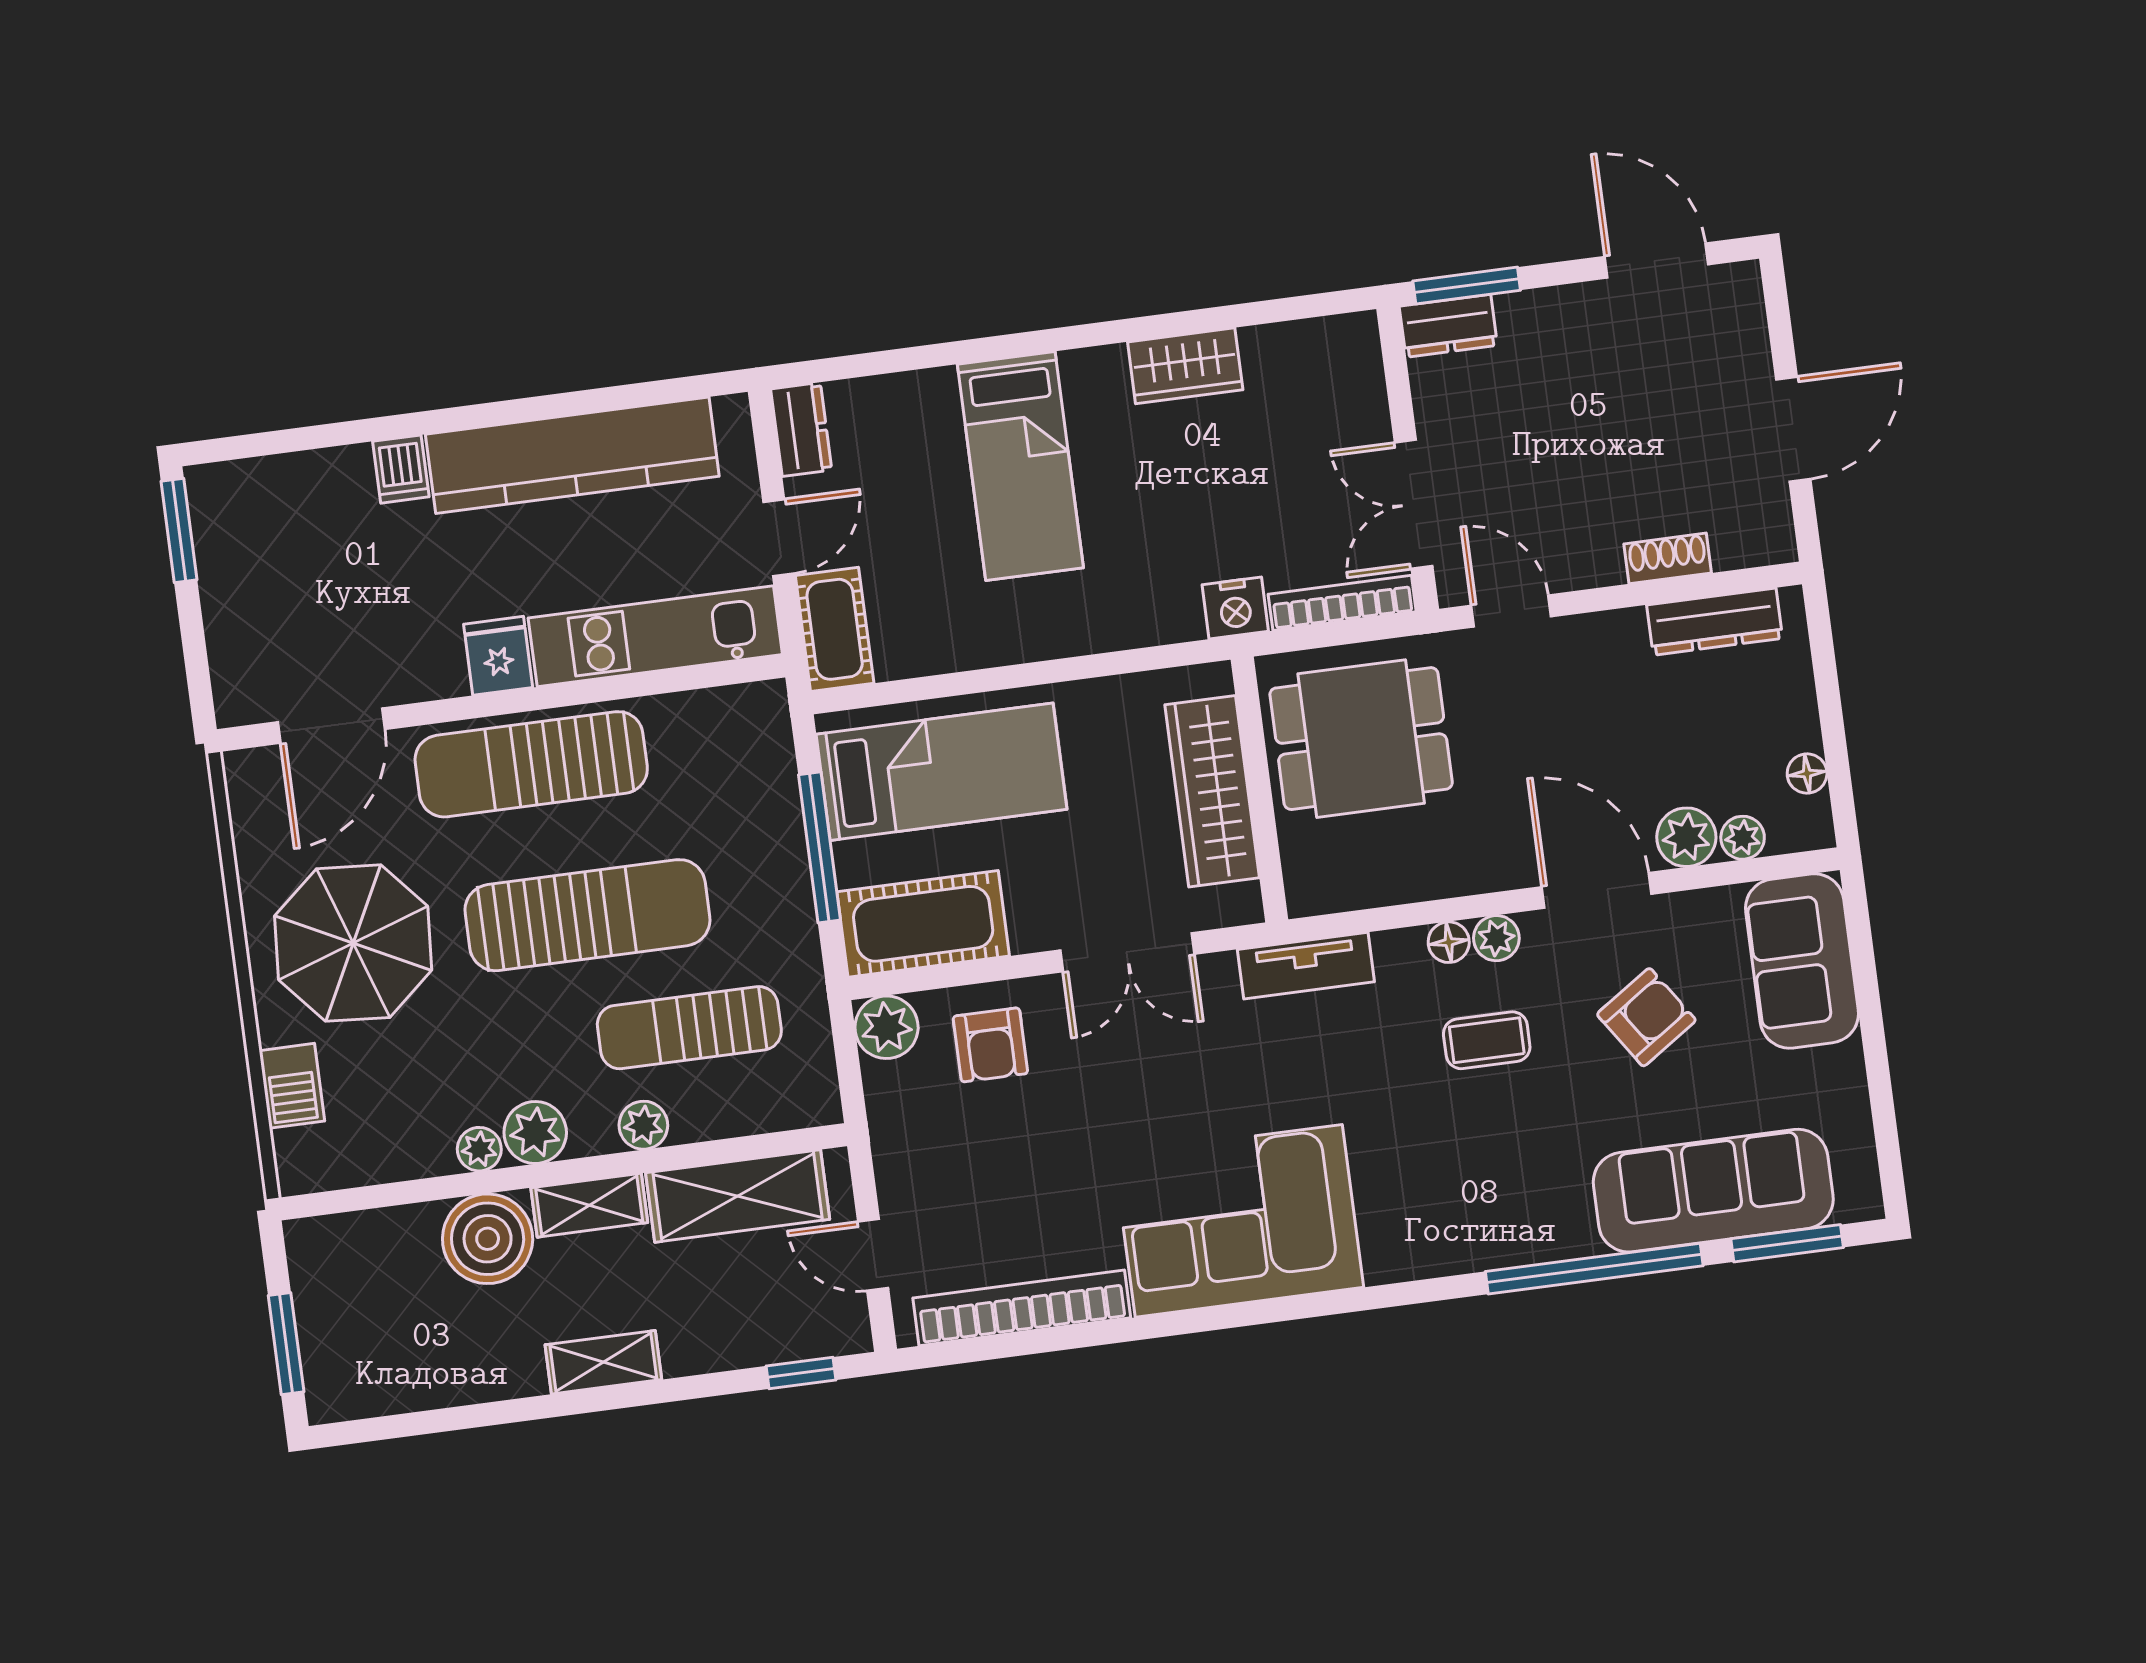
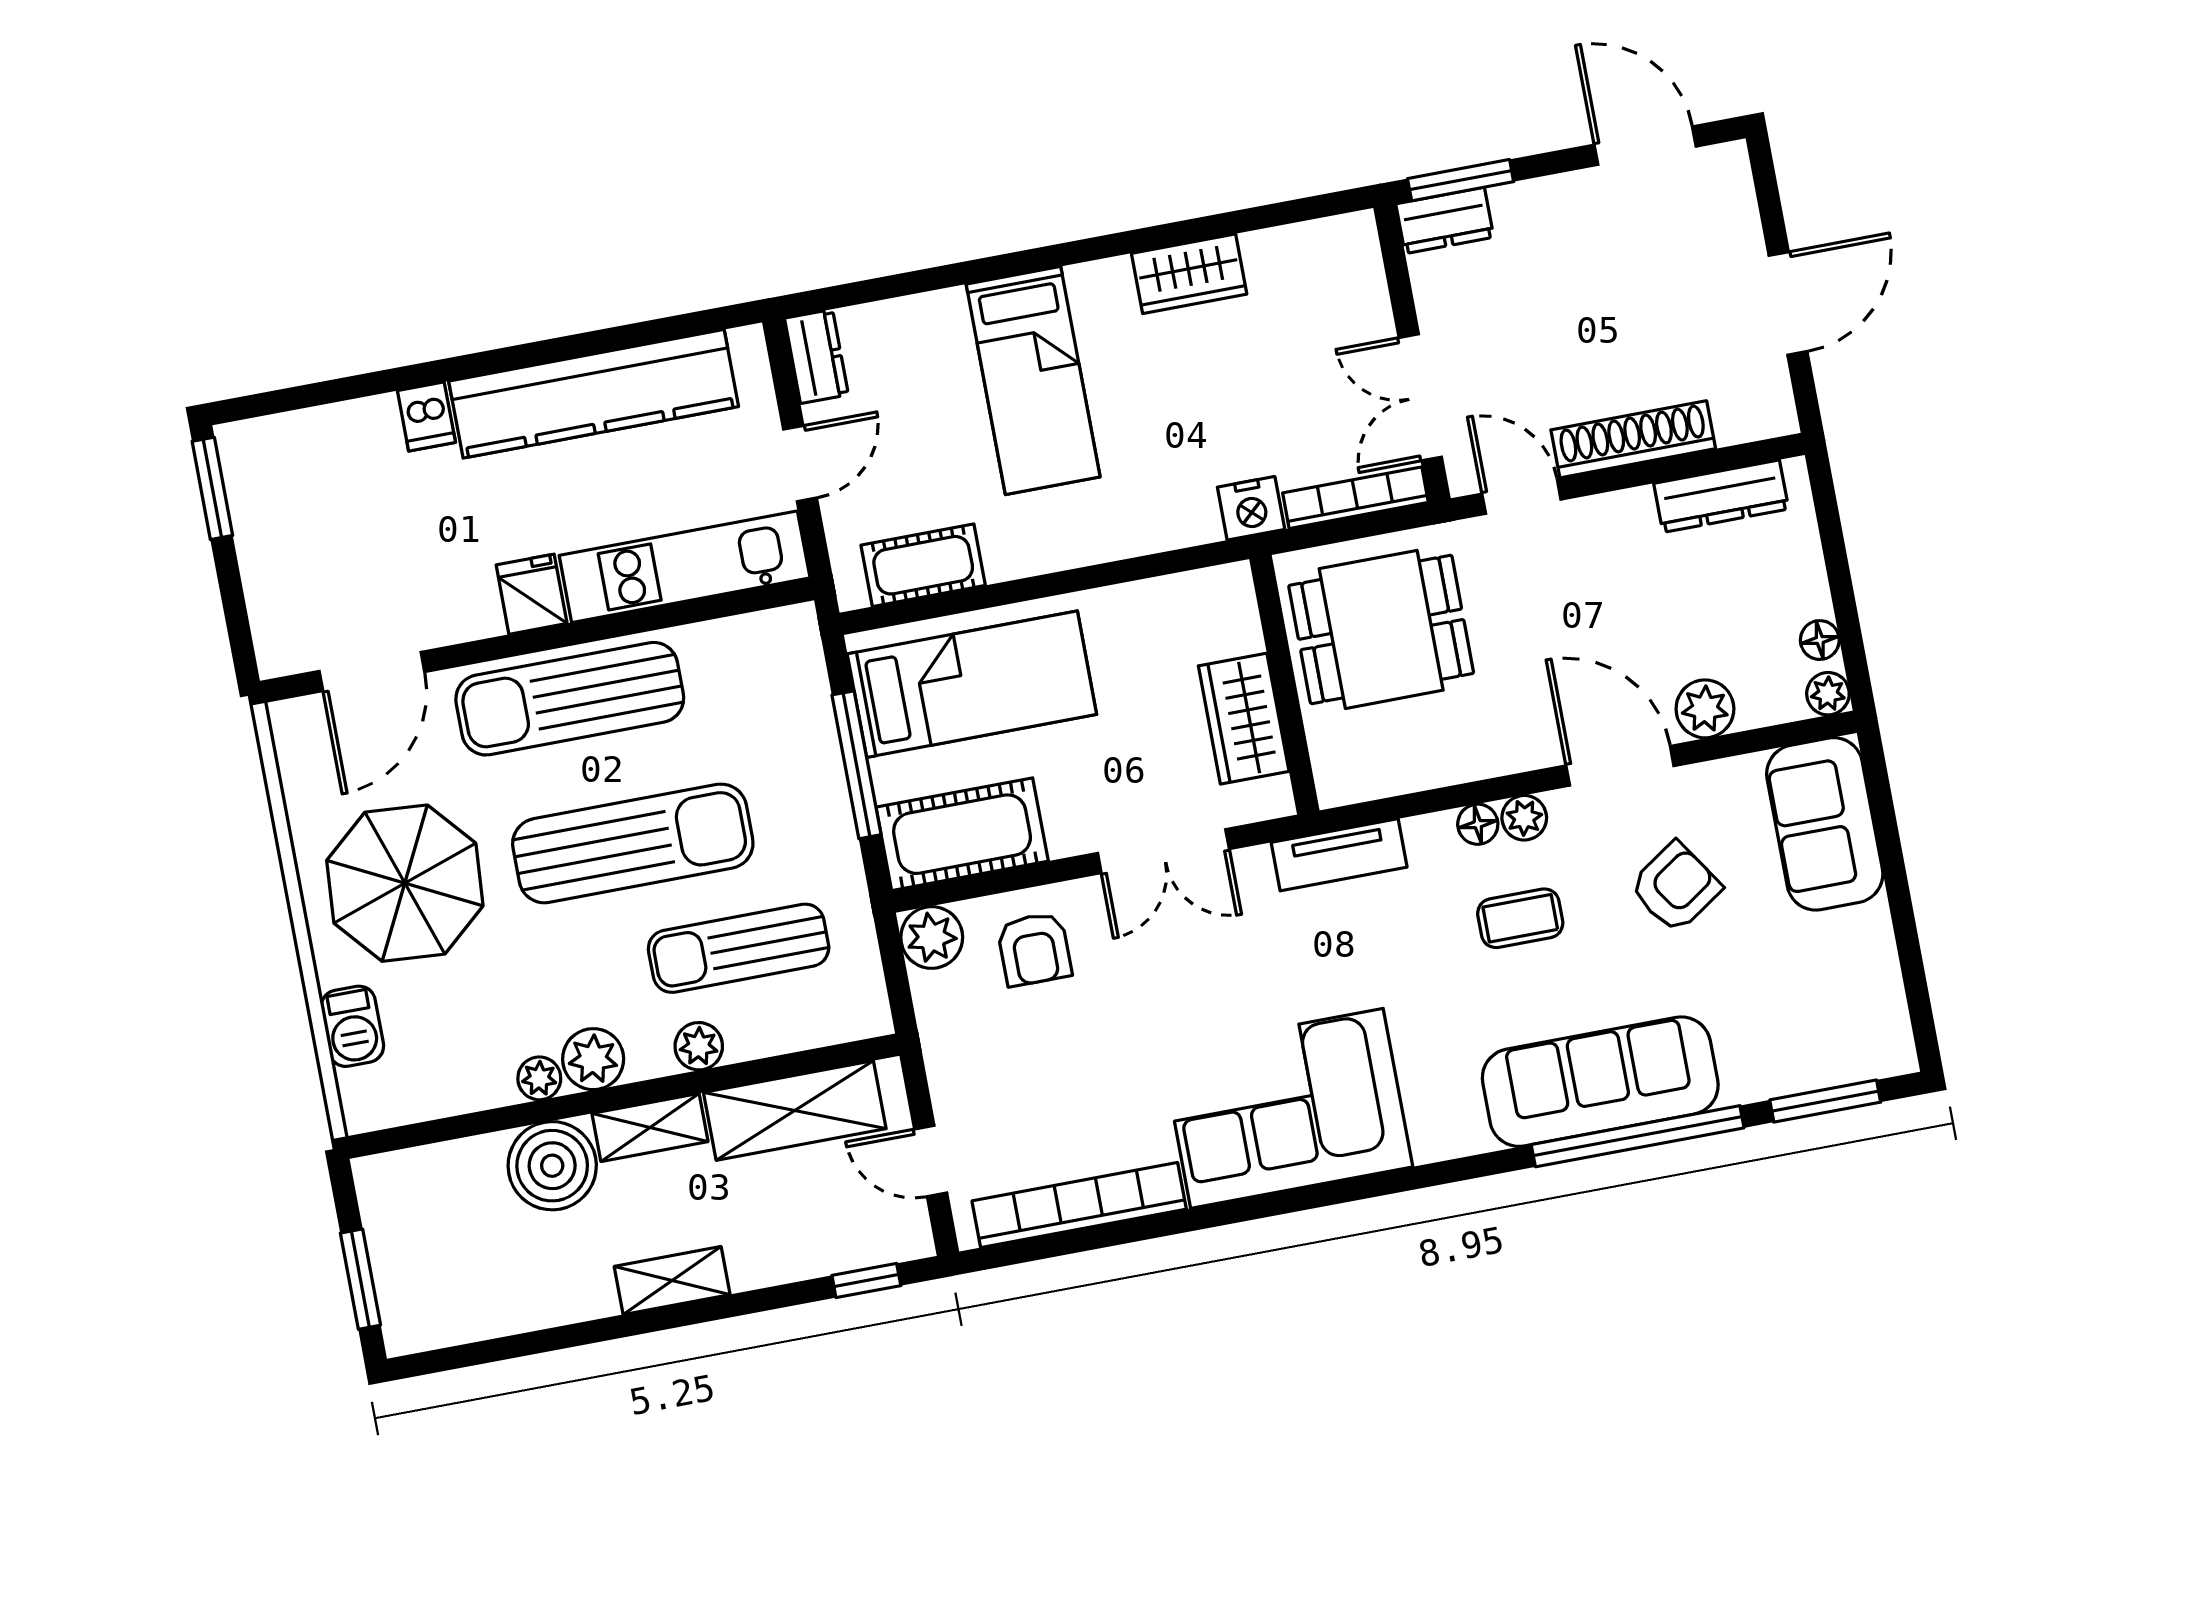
shoe rack: (1668, 558) -> (1633, 439), width x1.94, depth x1.24
cot: (835, 629) -> (923, 565), moved, turned 90
wardrobe: (1212, 791) -> (1244, 719), width x0.67
plant: (1743, 838) -> (1828, 694), moved
sofa: (1713, 1191) -> (1600, 1082), moved

